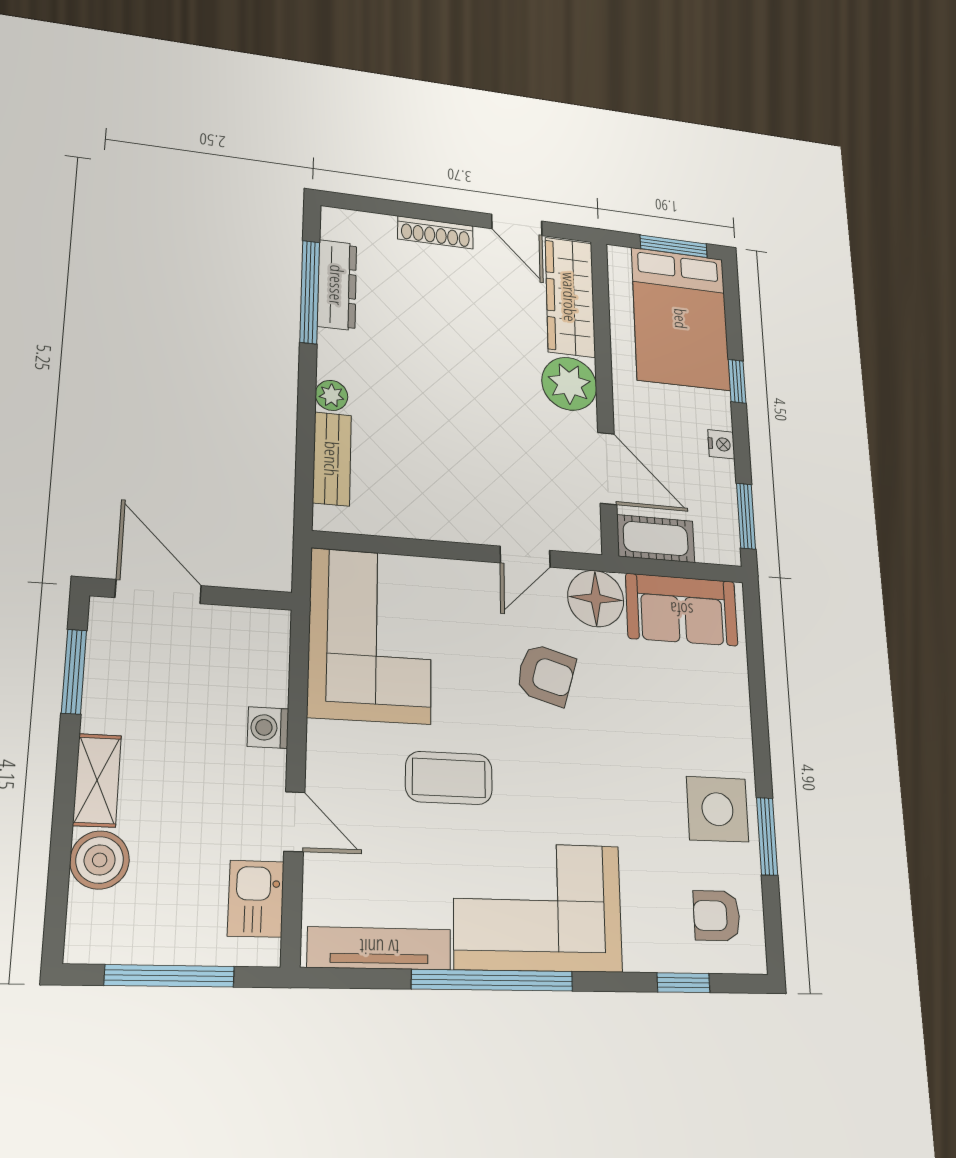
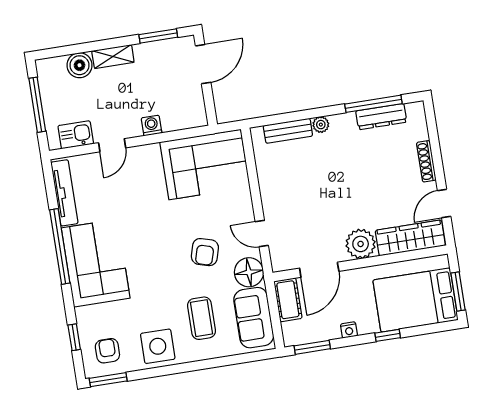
coffee table: (449, 778) -> (201, 318), moved
window: (767, 836) -> (108, 380), moved

